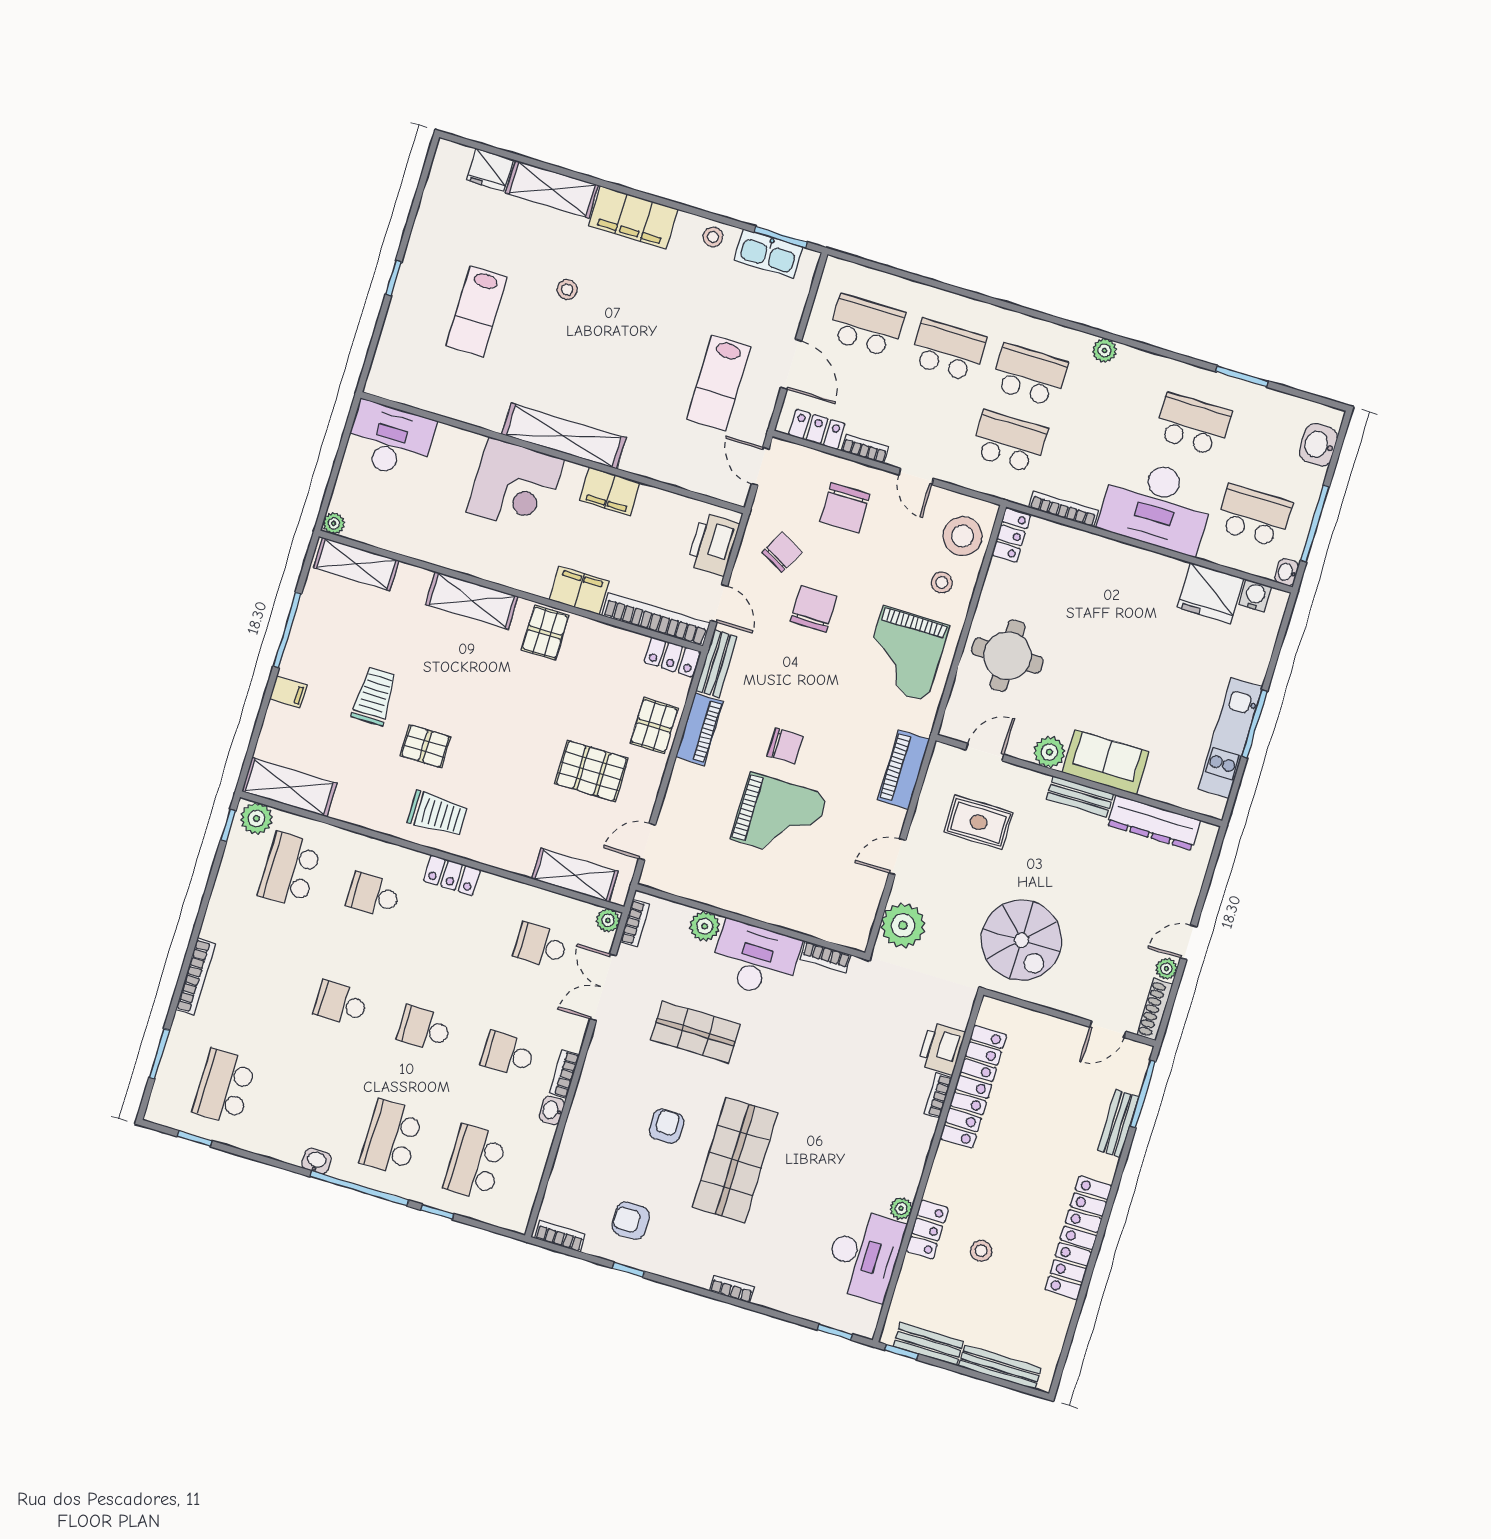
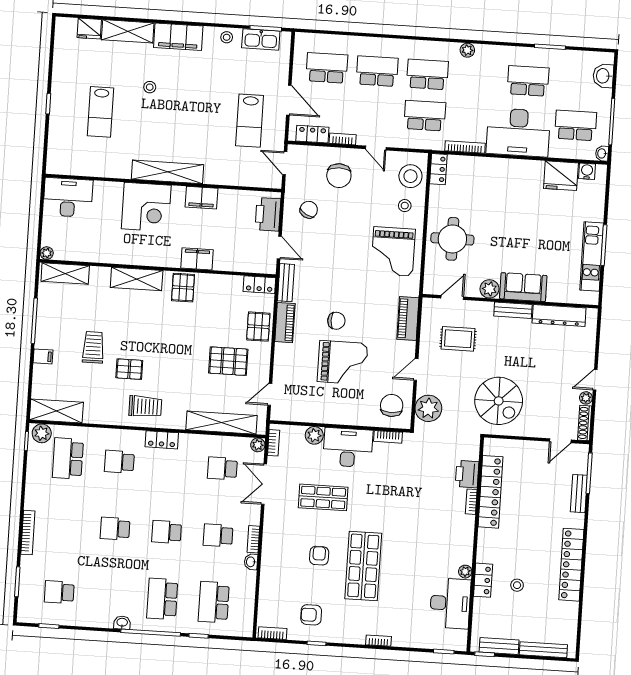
chair: (814, 609) -> (392, 405), moved
bookcase: (656, 619) -> (245, 265), removed
shelving: (575, 875) -> (221, 423), width x1.47
school desk: (224, 1087) -> (59, 592), width x0.54

